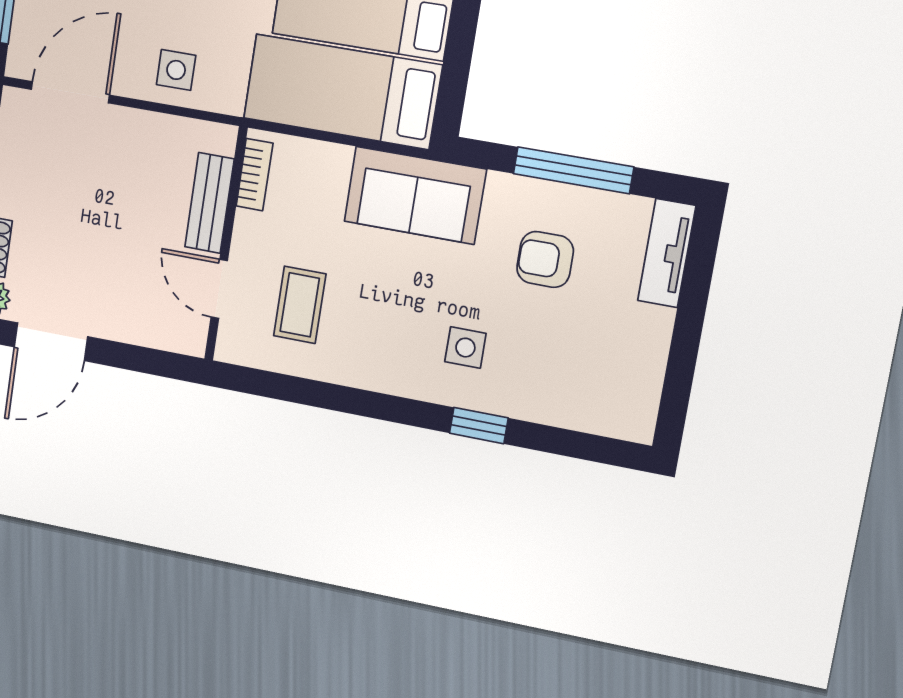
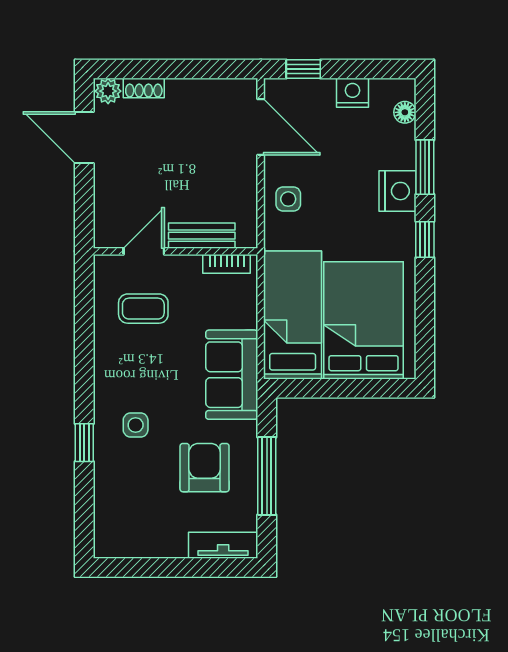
armchair: (545, 259) -> (205, 468), width x1.38, depth x1.38

